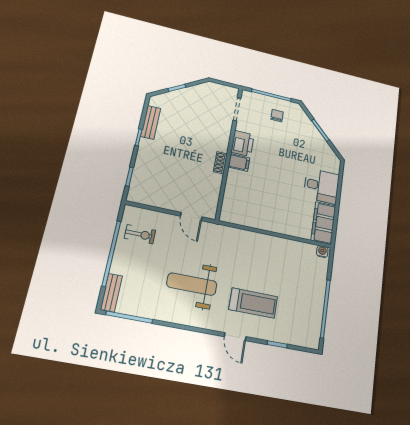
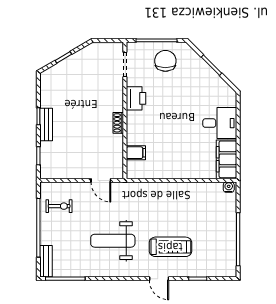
chair: (277, 116) -> (165, 61), width x1.87, depth x1.87
bench: (151, 122) -> (46, 124), moved
filing cabinet: (239, 163) -> (136, 153), moved

